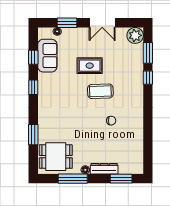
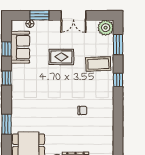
window: (148, 78) -> (118, 80), moved
coffee table: (100, 91) -> (98, 64), moved

